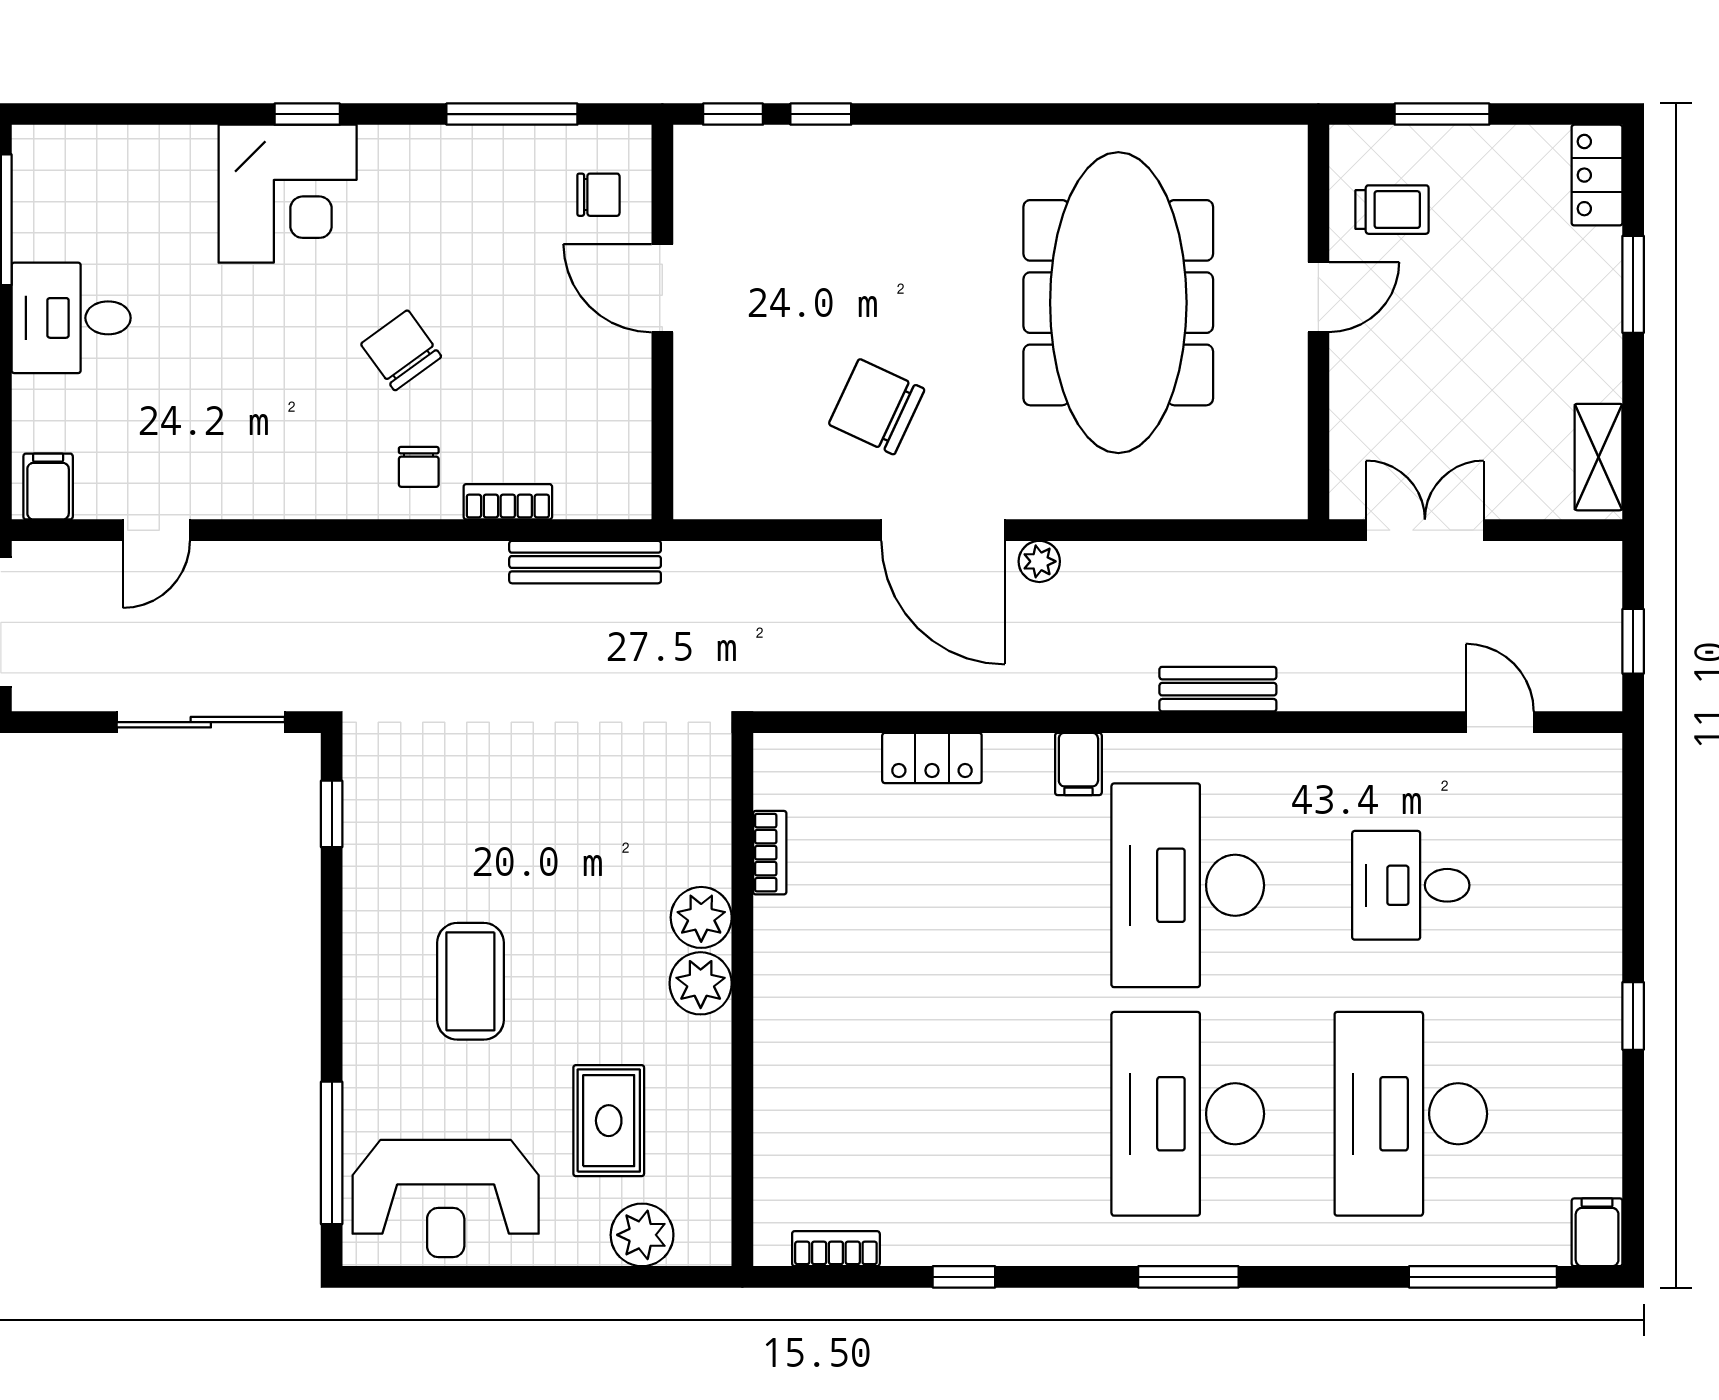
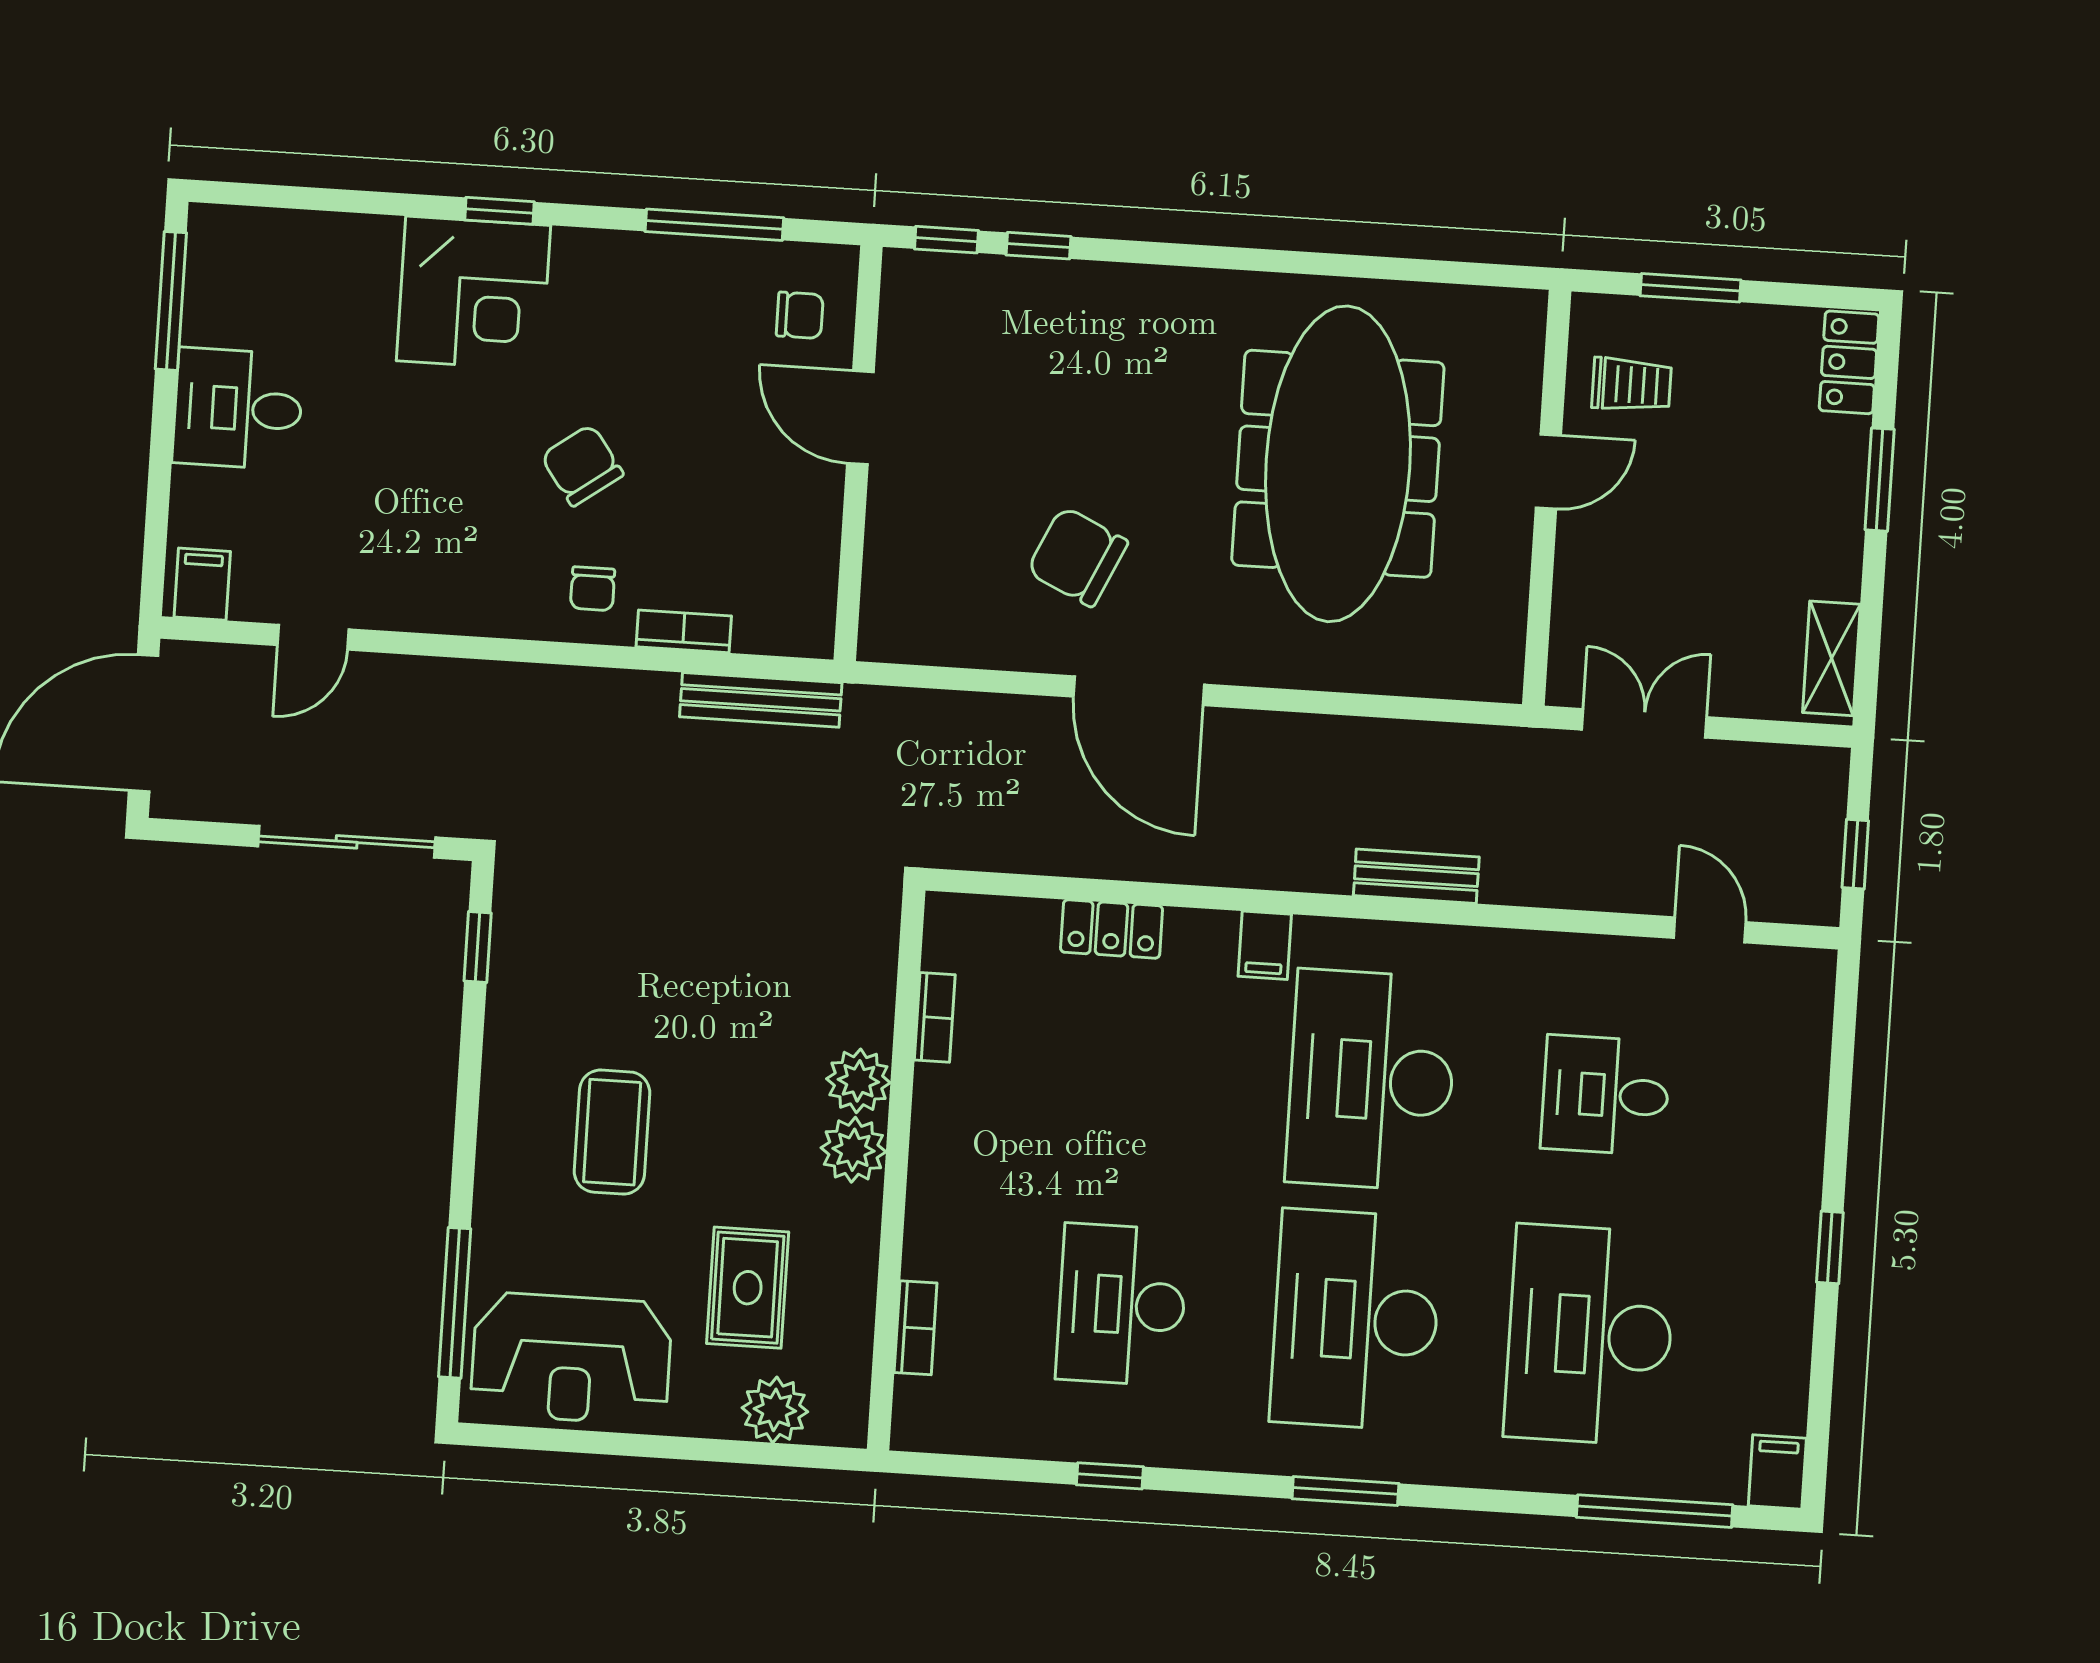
plant: (1039, 561) -> (1238, 730), removed
desk: (965, 1114) -> (1122, 1305), added
bookcase: (836, 1249) -> (916, 1328), moved, turned 90

